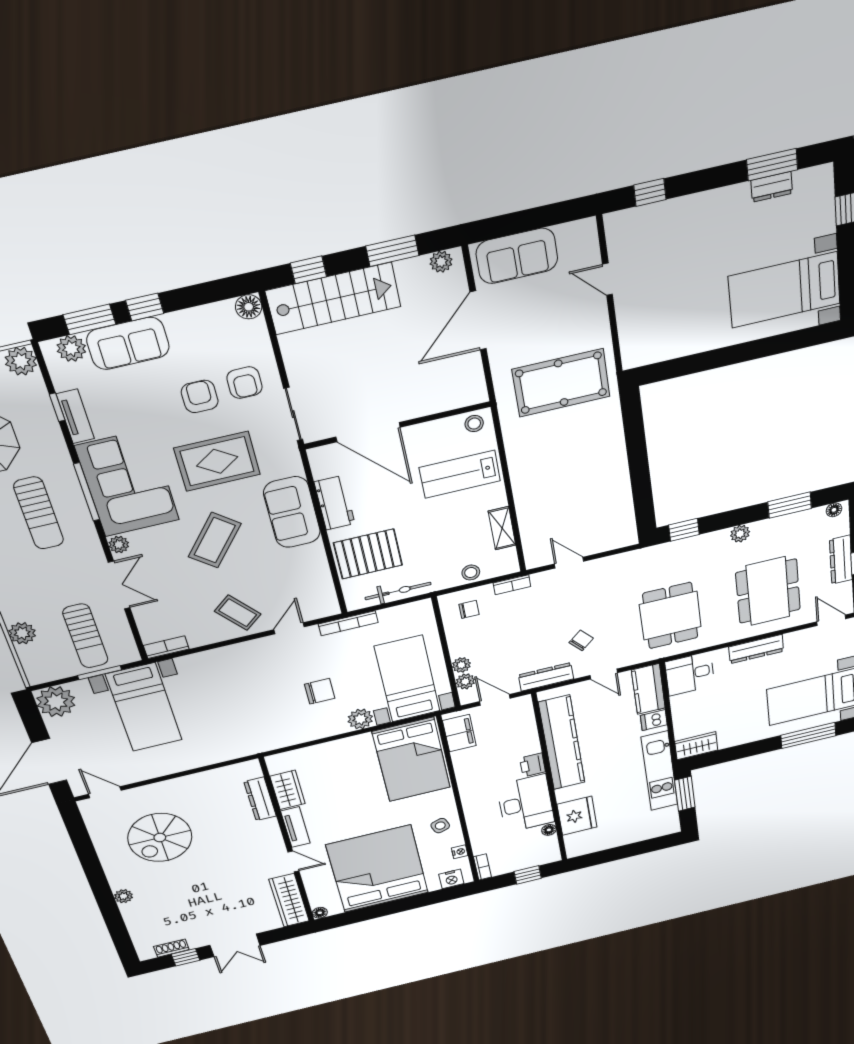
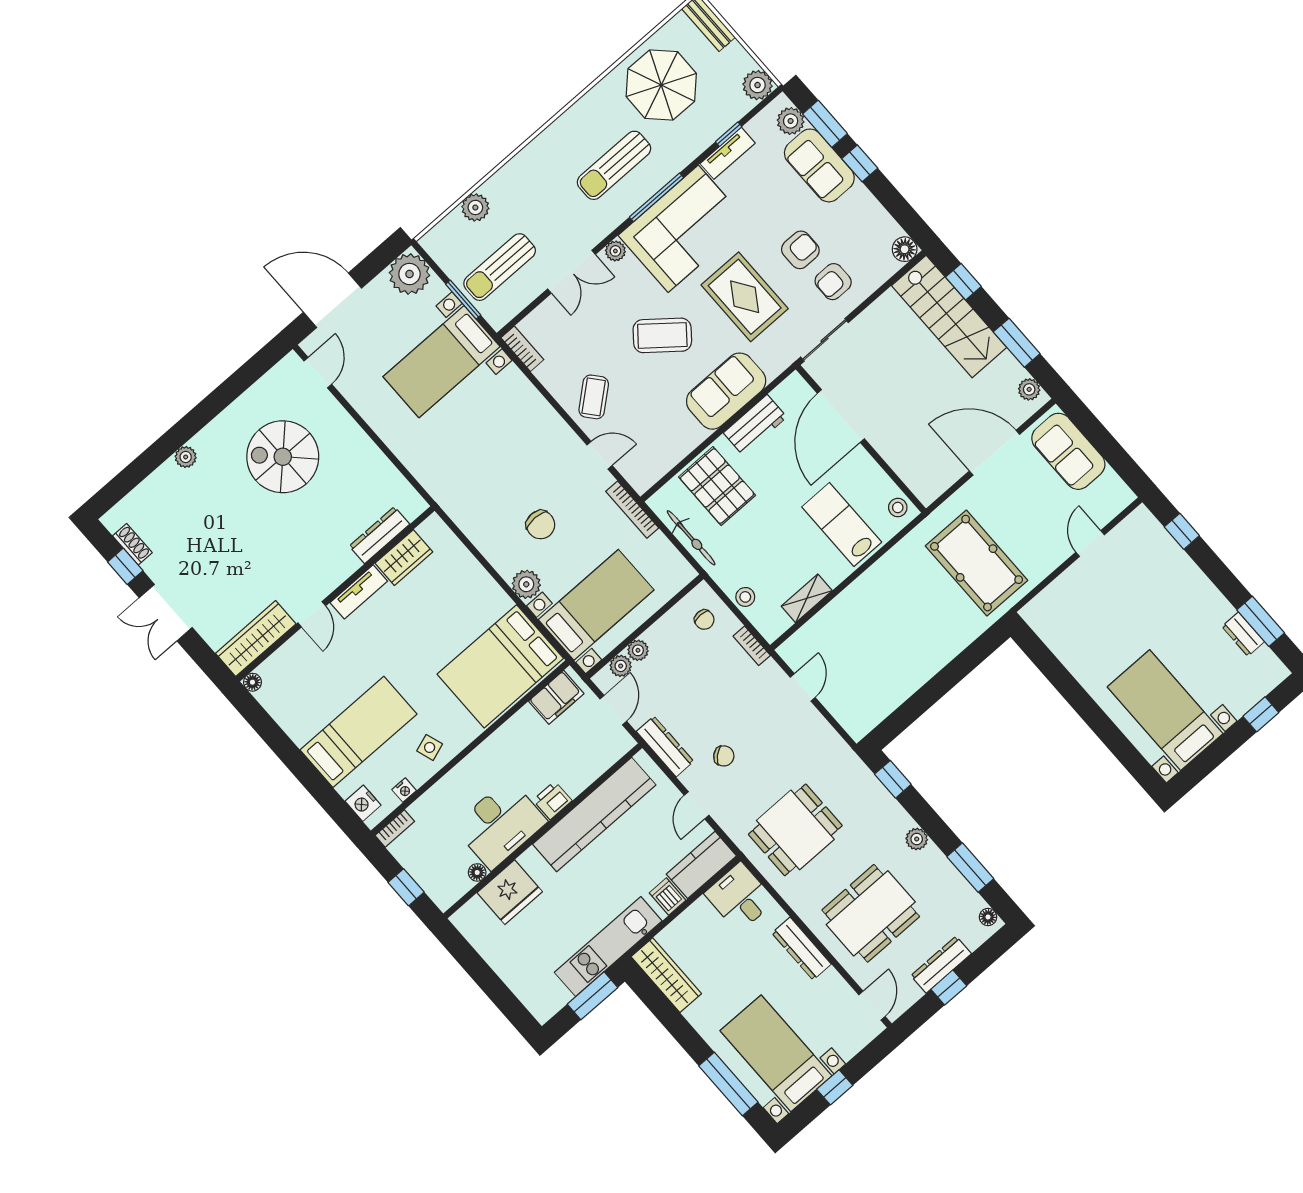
wardrobe: (696, 746) -> (666, 975), width x1.50
bed: (377, 869) -> (358, 732), width x0.49

